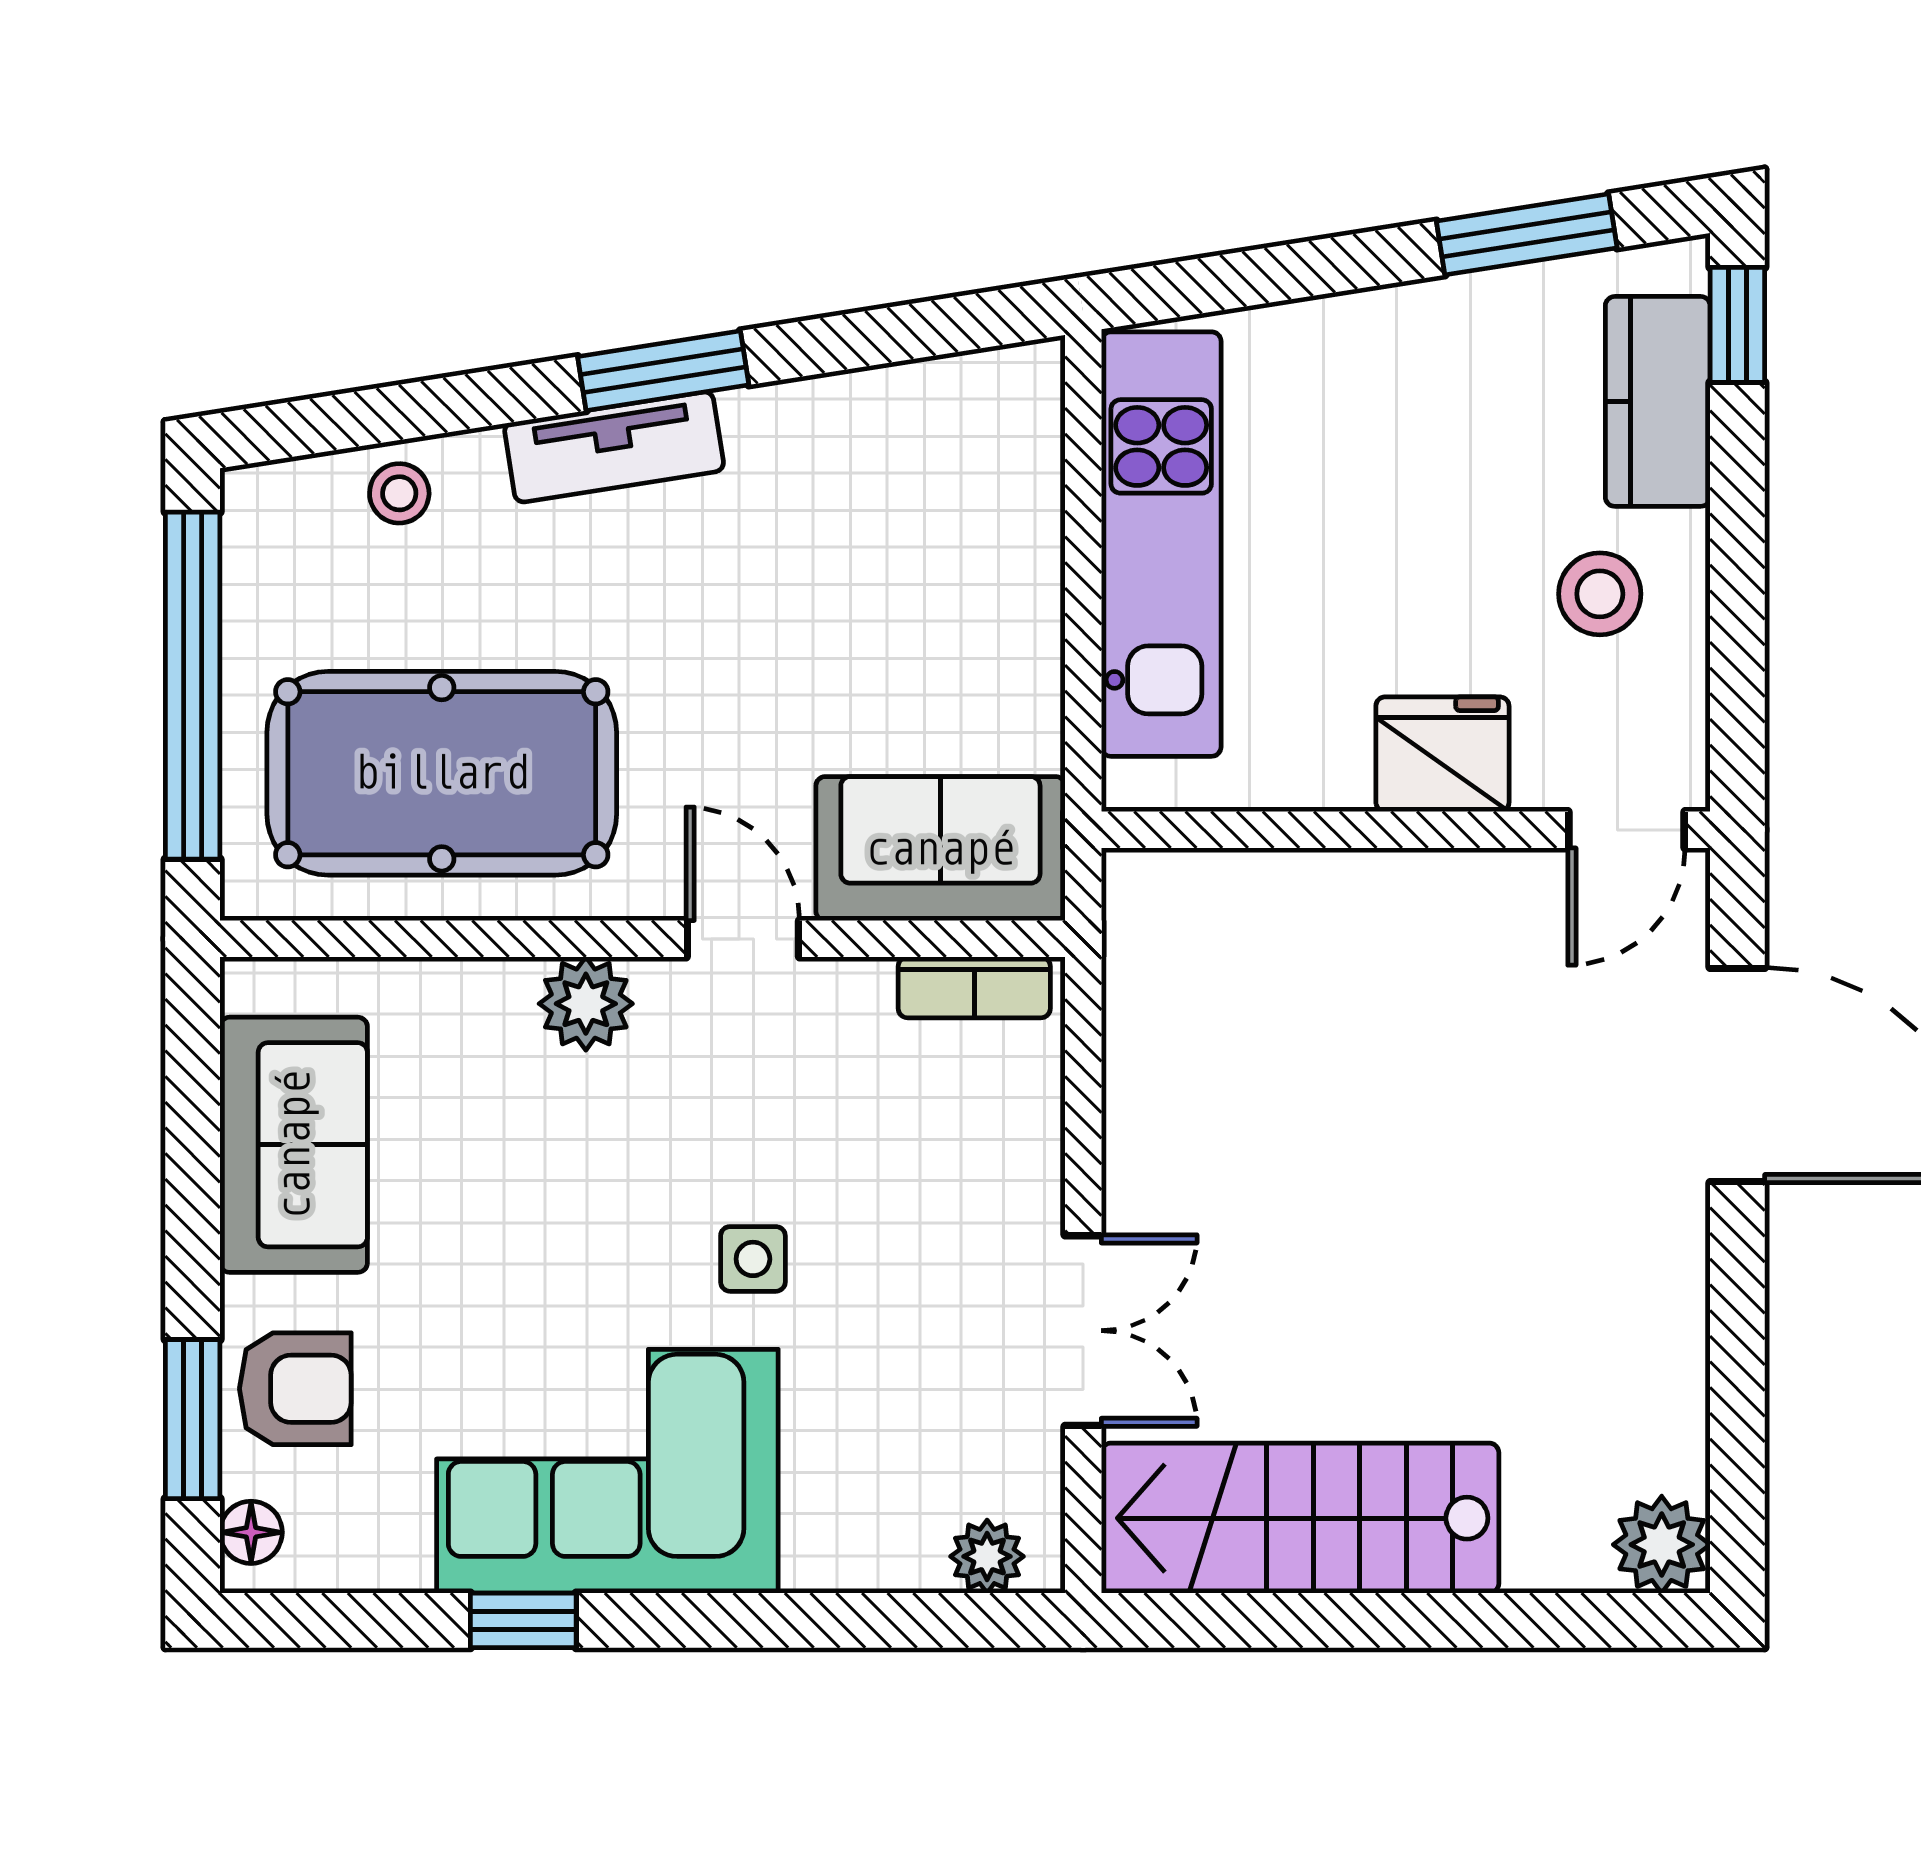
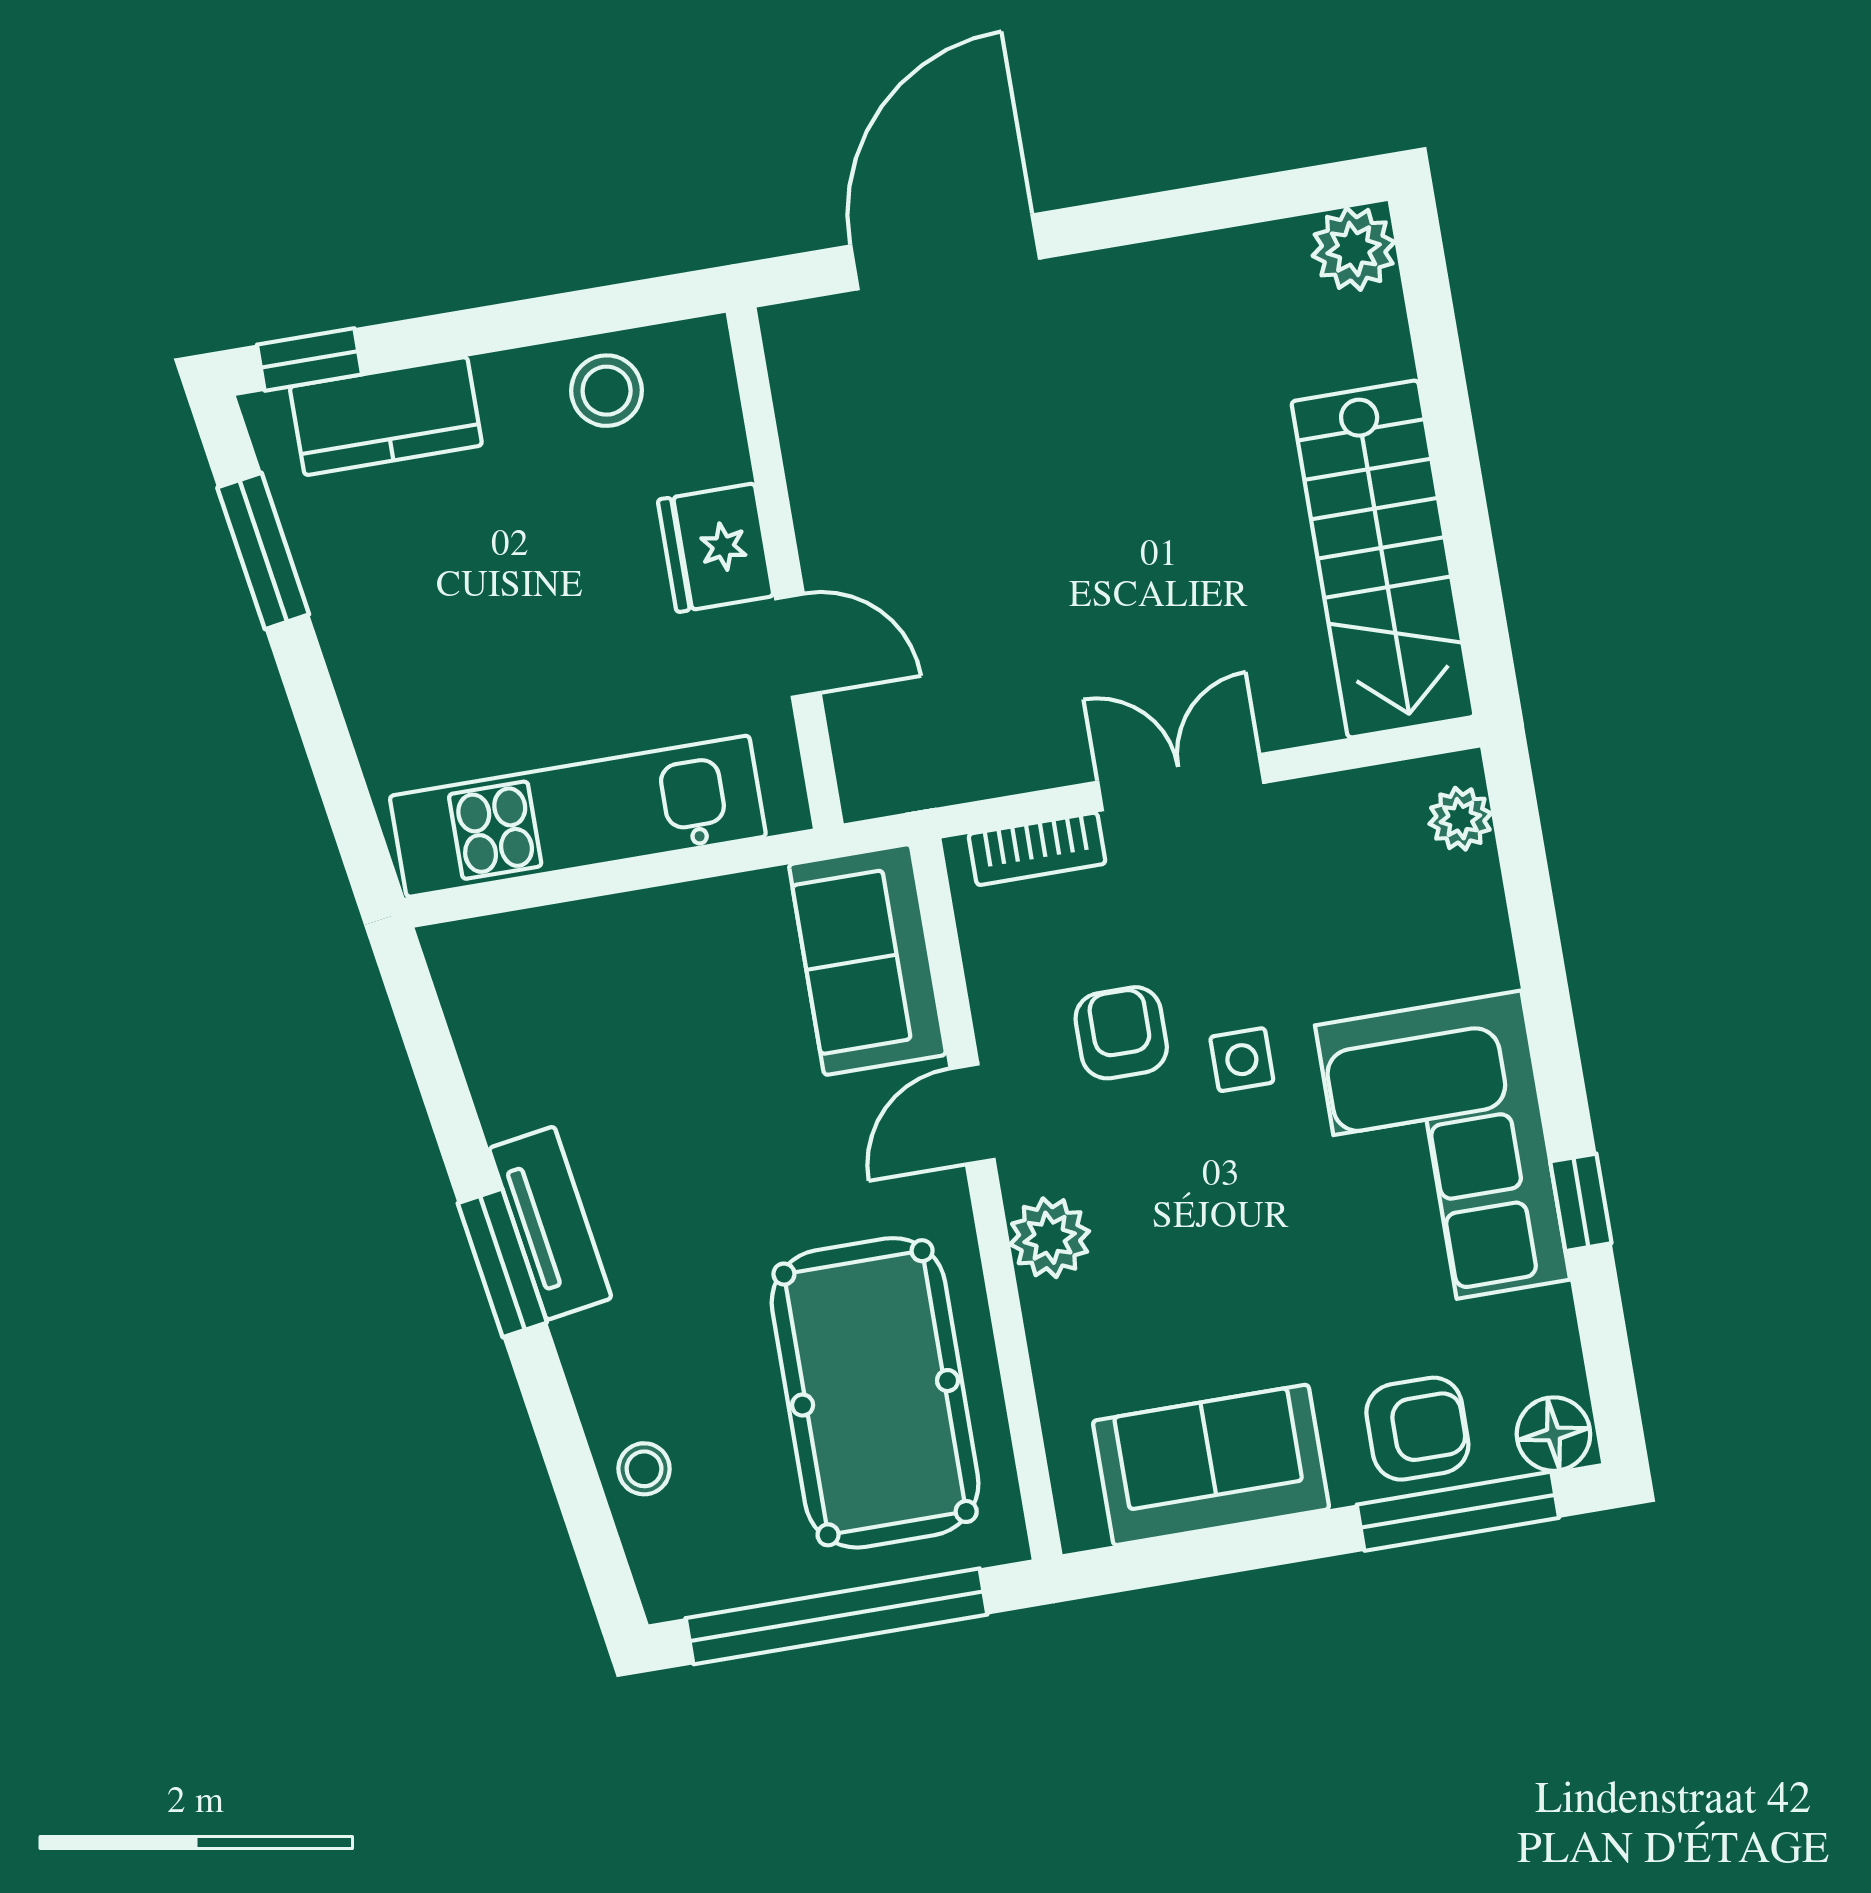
tv unit: (614, 447) -> (550, 1223), moved
stool: (1600, 594) -> (607, 391), moved
door: (1626, 830) -> (798, 646), moved
bookcase: (974, 987) -> (1037, 849), moved, turned 90
armchair: (807, 1126) -> (1121, 1033), added
double door: (1083, 1331) -> (1181, 782), moved
armchair: (295, 1389) -> (1417, 1429), turned 90
window: (193, 1419) -> (1458, 1511), width x1.44
floor lamp: (251, 1532) -> (1553, 1434), width x1.37, depth x1.37

